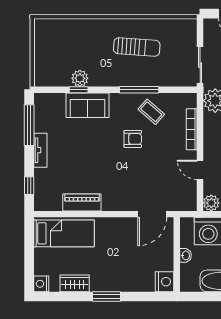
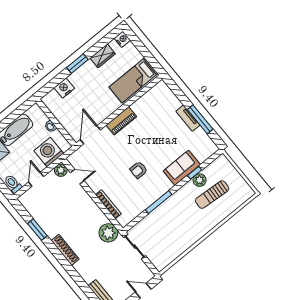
sun lounger: (137, 47) -> (212, 195), moved
coffee table: (151, 112) -> (141, 195), removed
window: (29, 125) -> (200, 119), moved
door: (200, 170) -> (77, 177), moved
window: (29, 186) -> (177, 92), removed
piano: (82, 203) -> (121, 121), moved
nightstand: (165, 282) -> (64, 88), moved, turned 90

